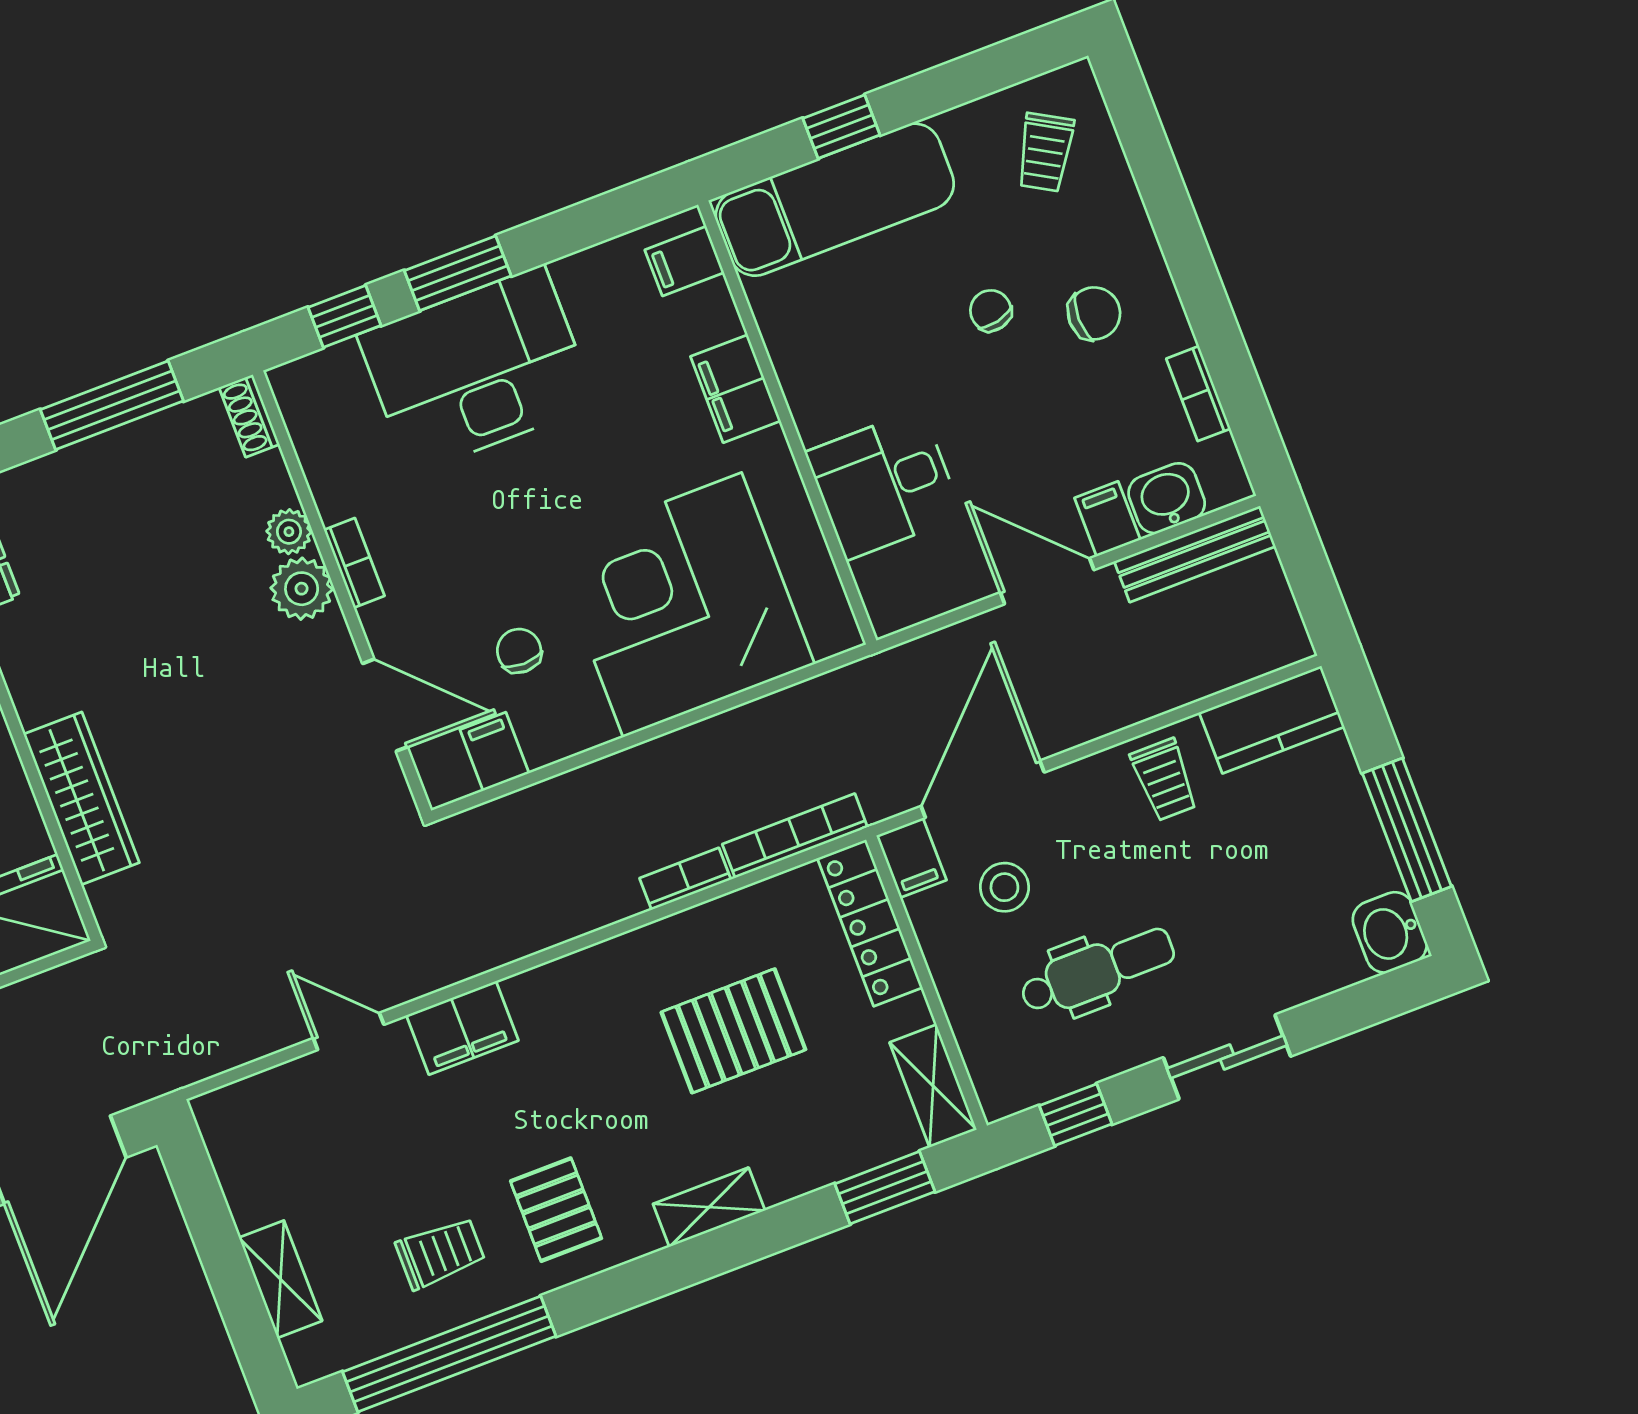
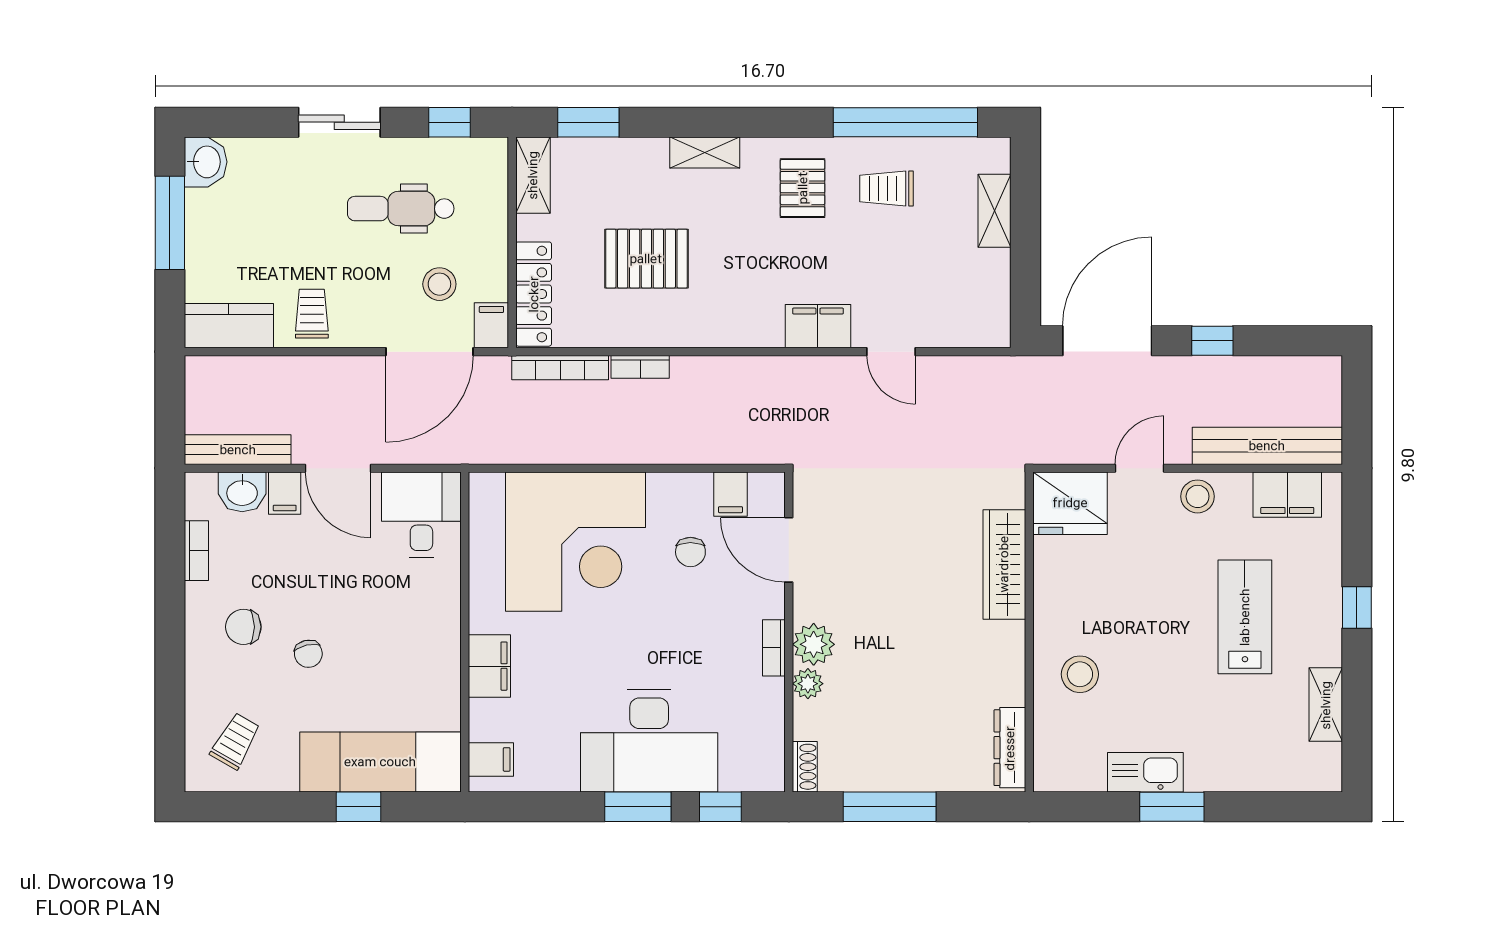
desk: (884, 484) -> (421, 515), moved, turned -90

